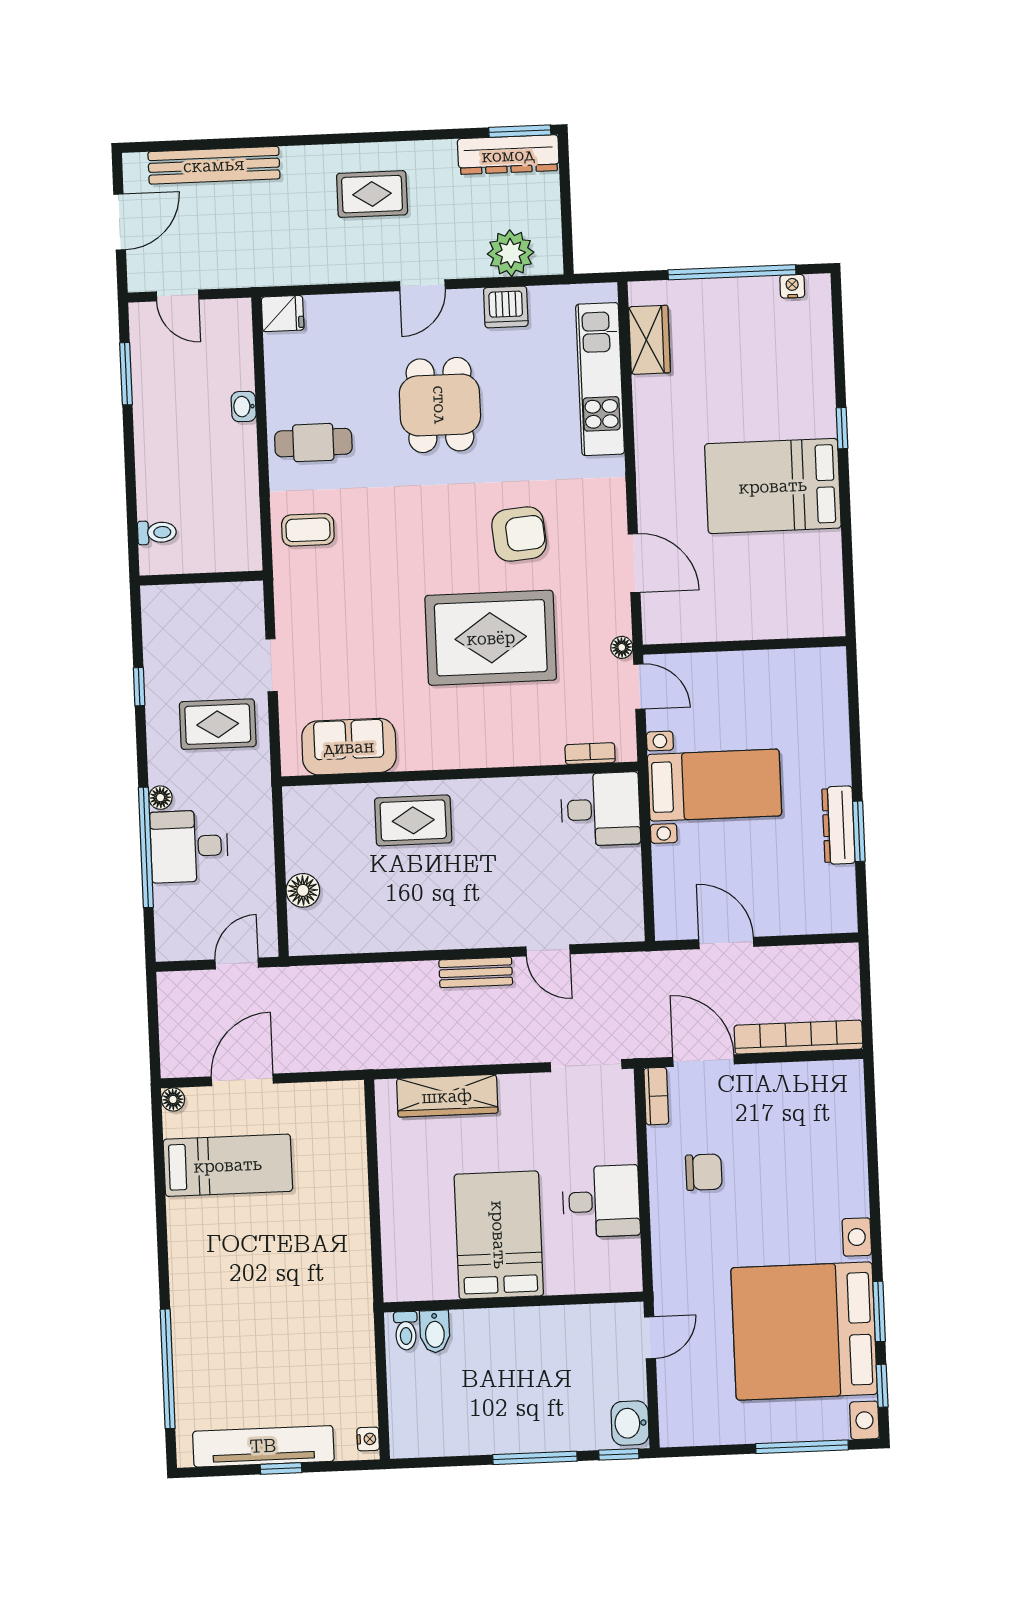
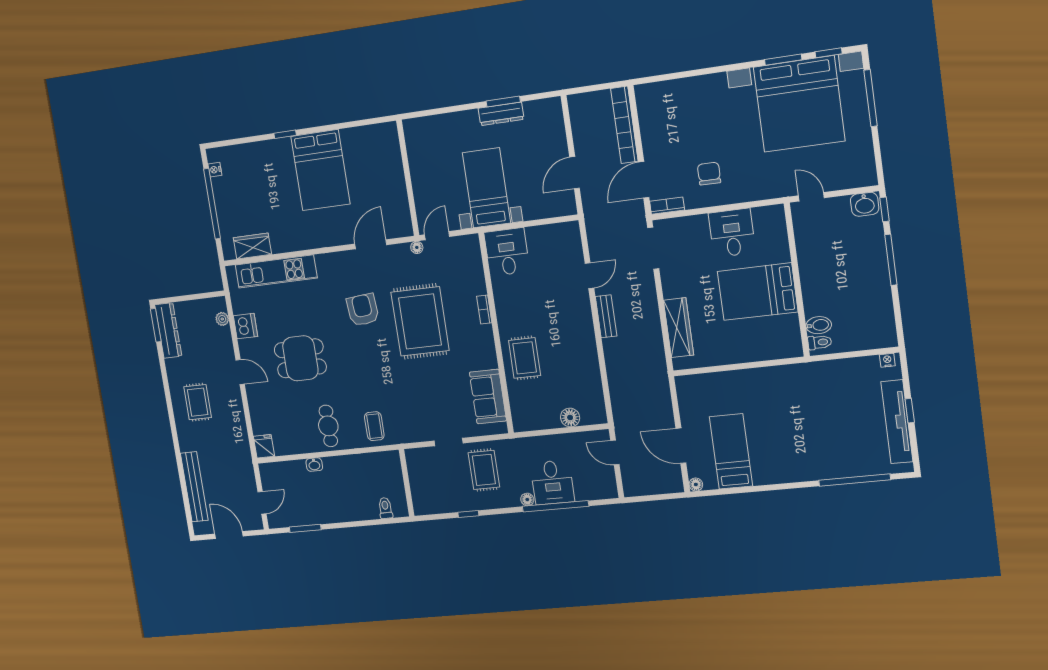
plant: (511, 253) -> (222, 319), width x0.53, depth x0.53
bookcase: (590, 754) -> (484, 310), moved

